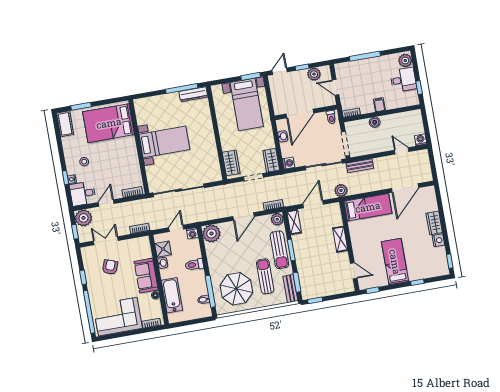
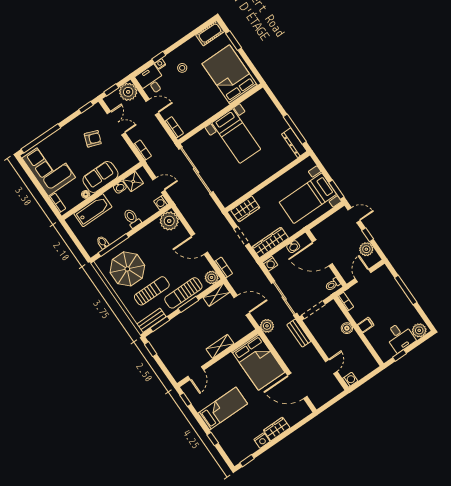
wardrobe: (271, 160) -> (270, 243), width x1.50
bed: (368, 207) -> (258, 362), width x1.50
window: (83, 277) -> (86, 107), moved

